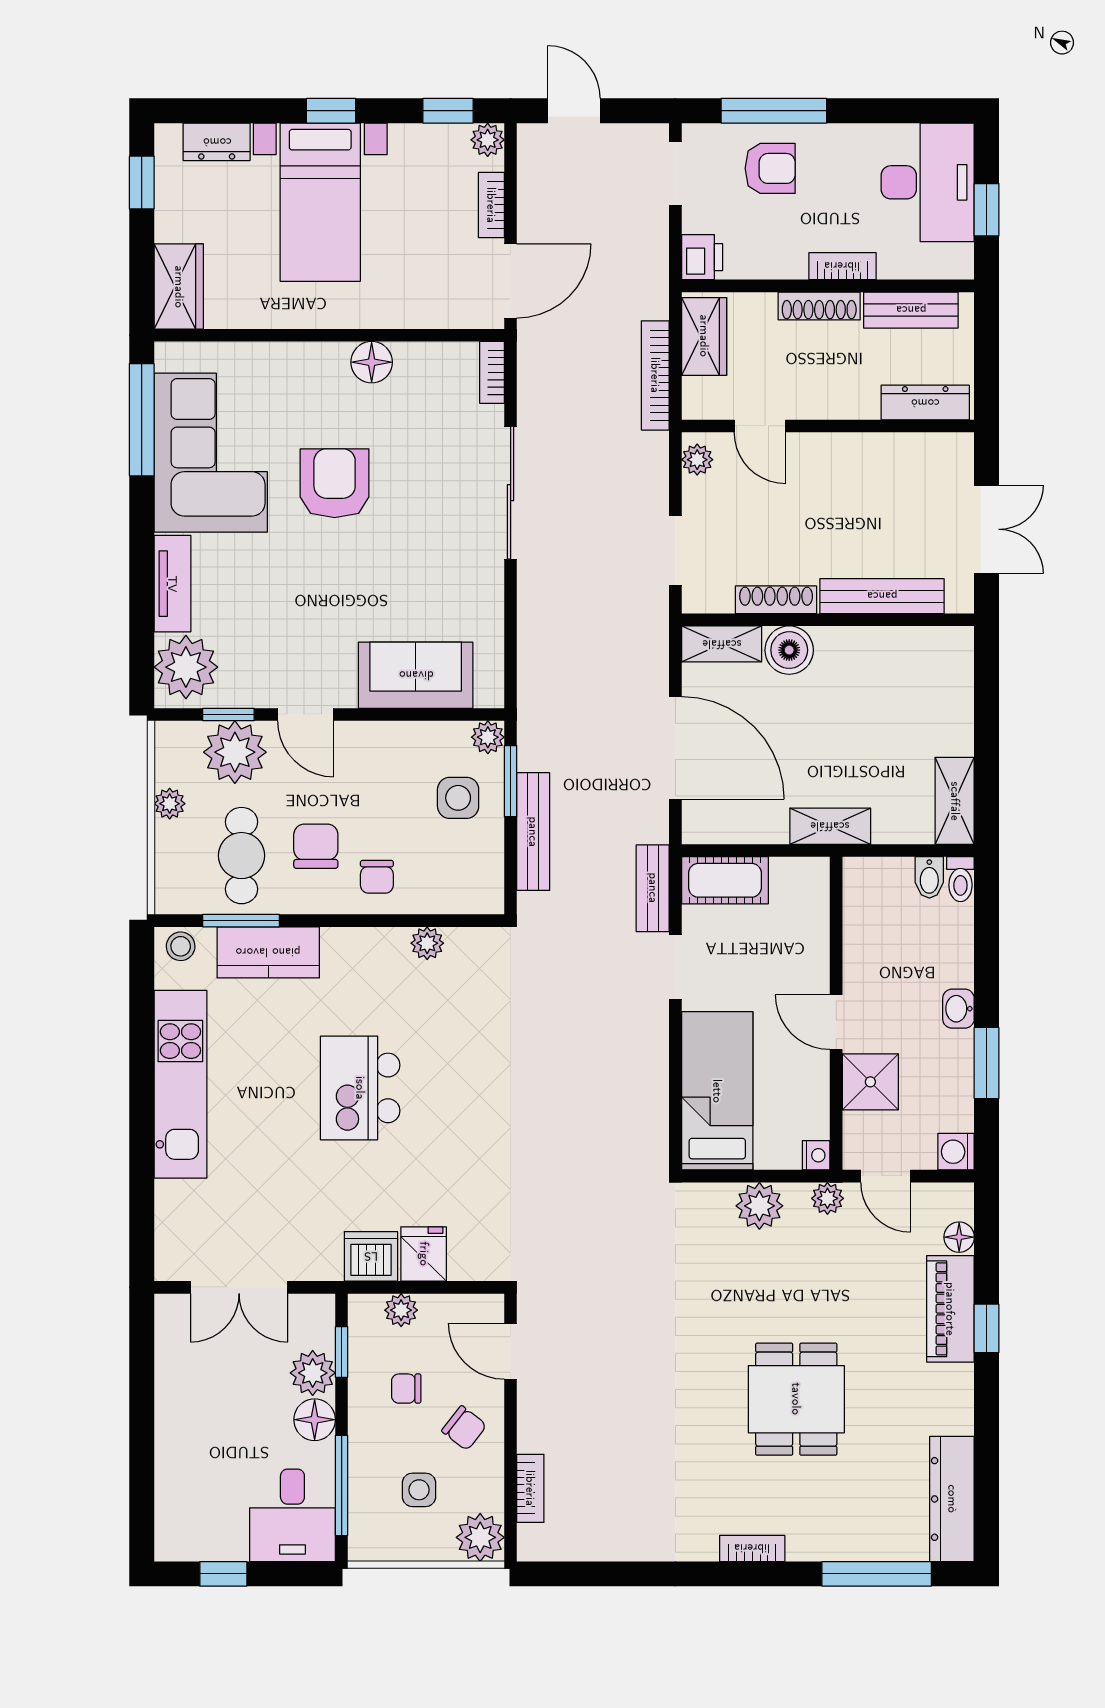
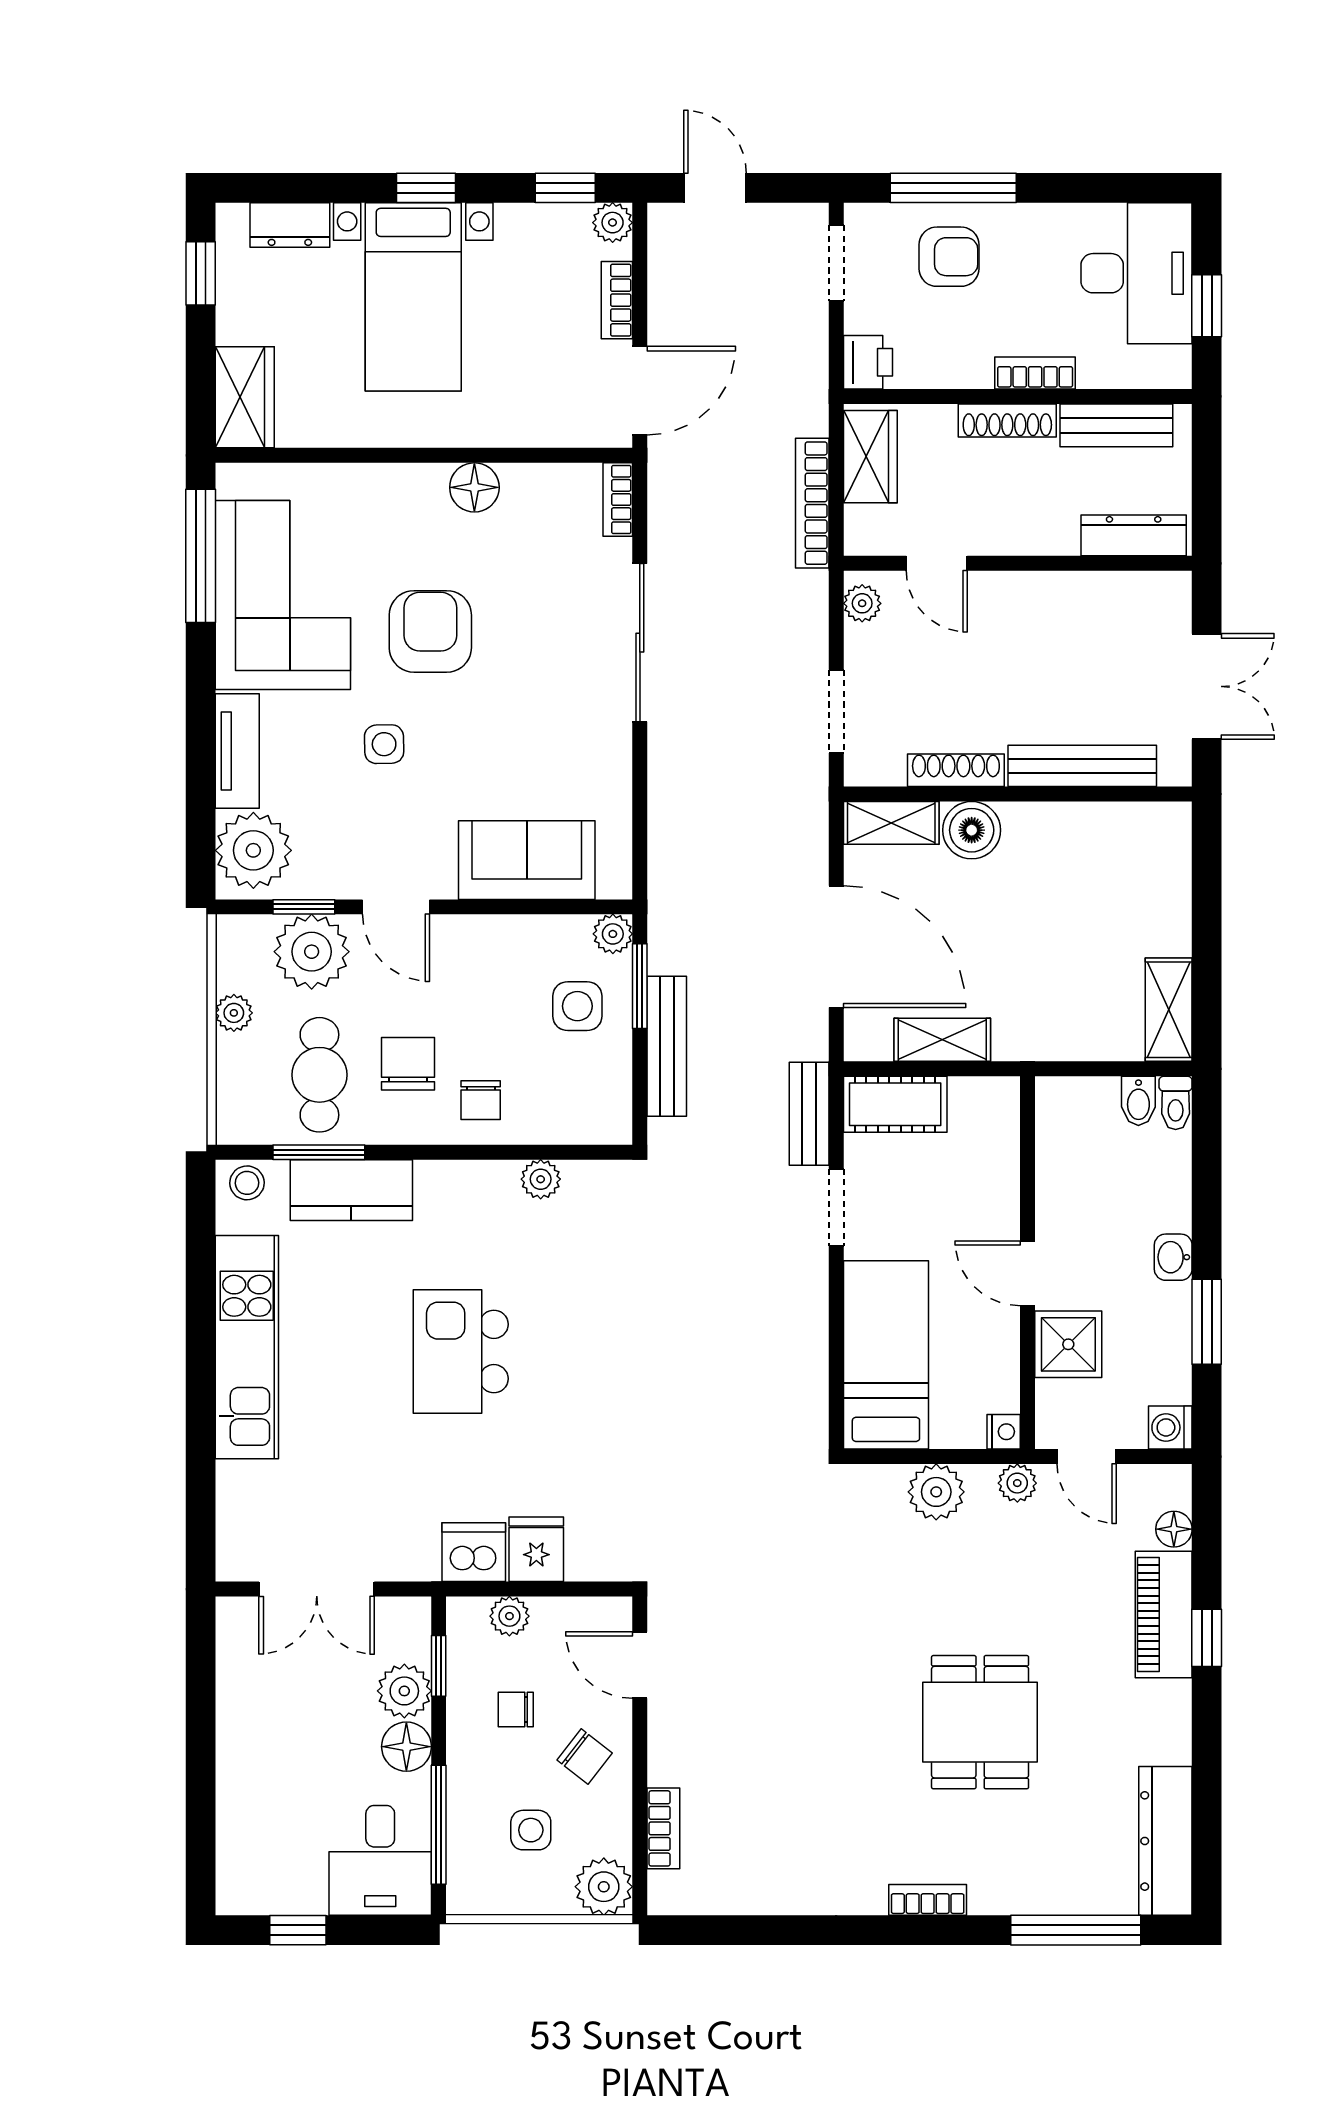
side table: (296, 578) -> (384, 744), added
shelving: (830, 826) -> (942, 1040), moved

